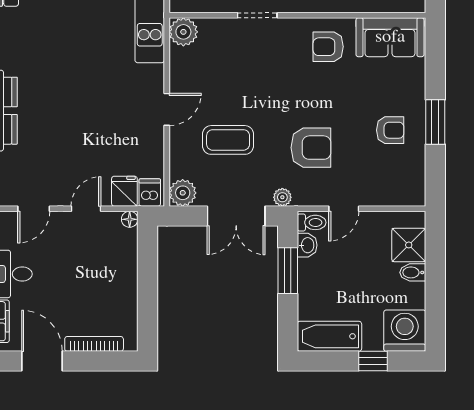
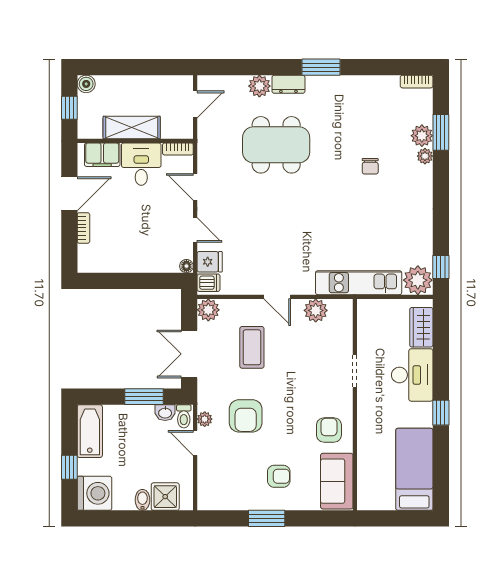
plant: (183, 32) -> (316, 310), moved
armchair: (390, 130) -> (279, 476), moved, turned -90
plant: (282, 197) -> (205, 419), moved
bookcase: (94, 344) -> (83, 228), width x0.64

